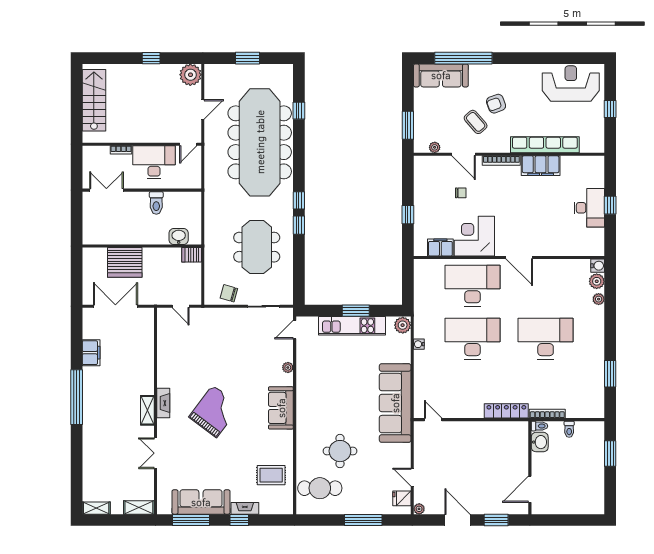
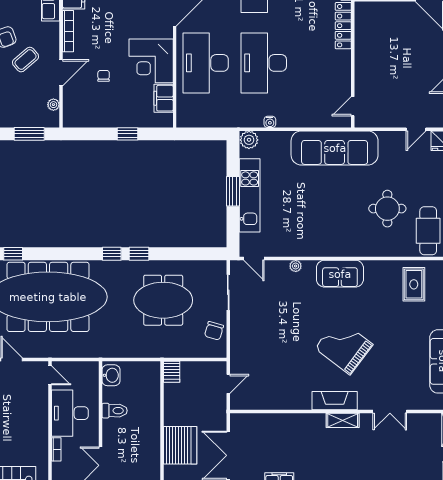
washbasin: (179, 237) -> (111, 375), moved, turned 180
fireplace: (163, 403) -> (335, 401), width x1.37, depth x1.32

